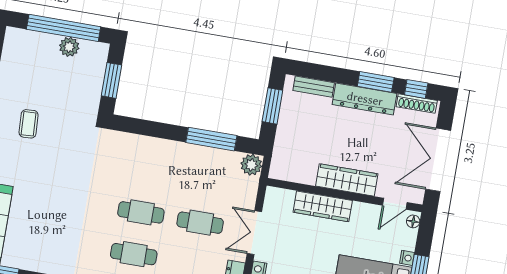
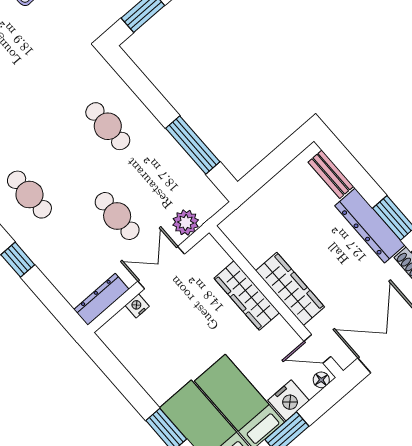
window: (272, 106) -> (277, 161), removed
plant: (251, 165) -> (186, 223), moved
cafe table: (141, 212) -> (108, 126), moved
nightstand: (407, 258) -> (289, 400), width x1.89, depth x1.79

